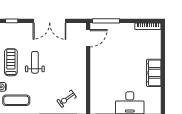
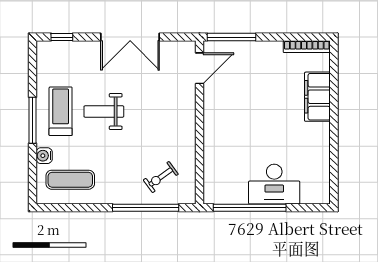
weight bench: (35, 62) -> (104, 112), turned -90
filing cabinet: (154, 73) -> (317, 97), moved

